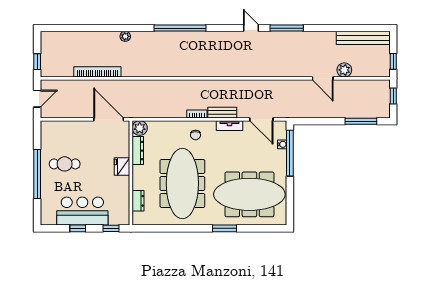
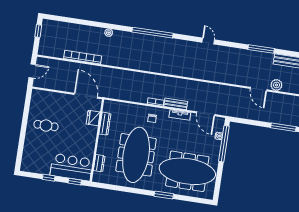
window: (287, 28) -> (261, 49), moved
window: (37, 62) -> (38, 31), moved
plant: (140, 128) -> (109, 106), removed
fridge: (122, 167) -> (93, 118), moved
window: (37, 174) -> (23, 130), removed
bar counter: (82, 211) -> (71, 167), moved

